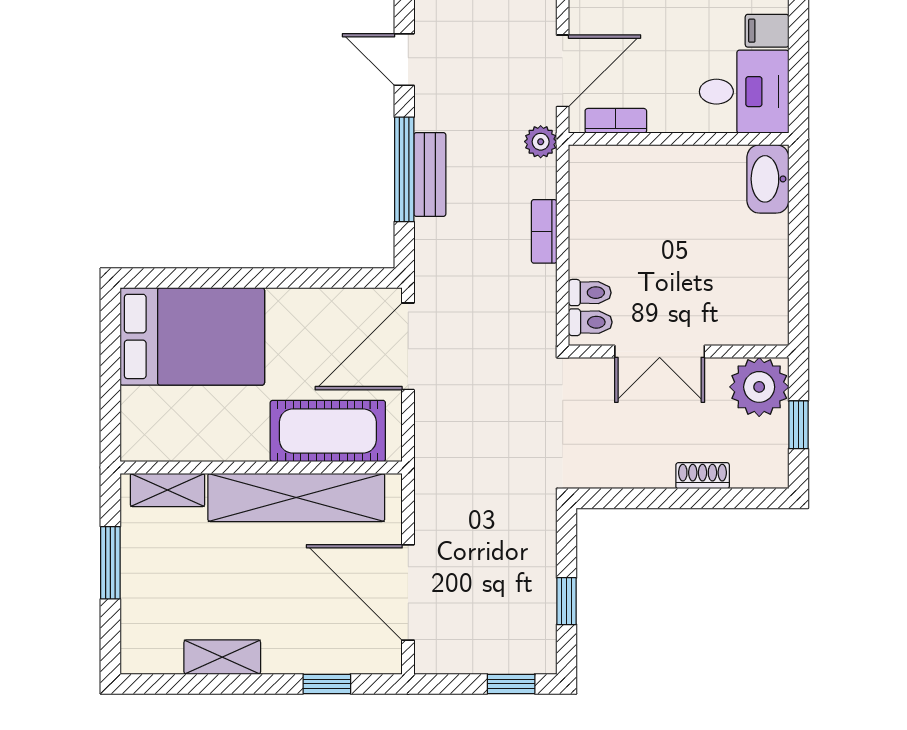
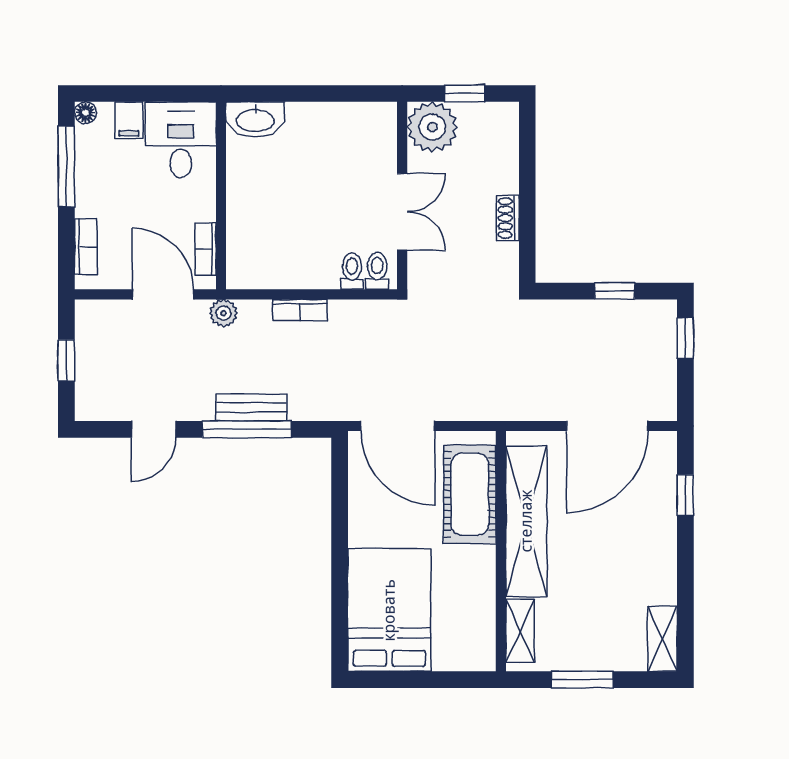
shoe rack: (703, 476) -> (508, 218), moved
shelving: (222, 657) -> (662, 639), moved

